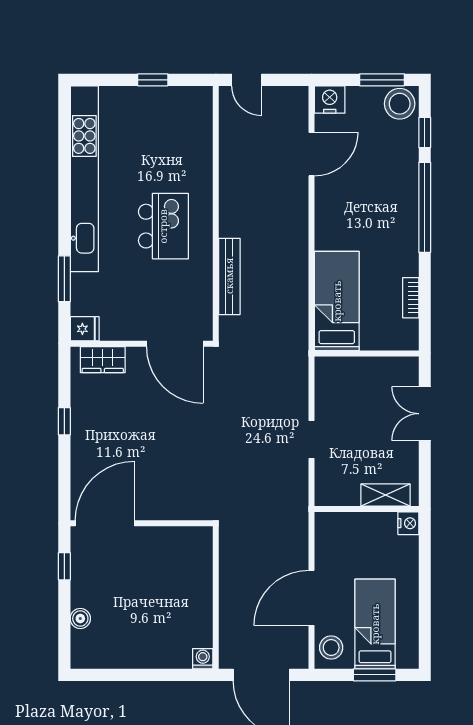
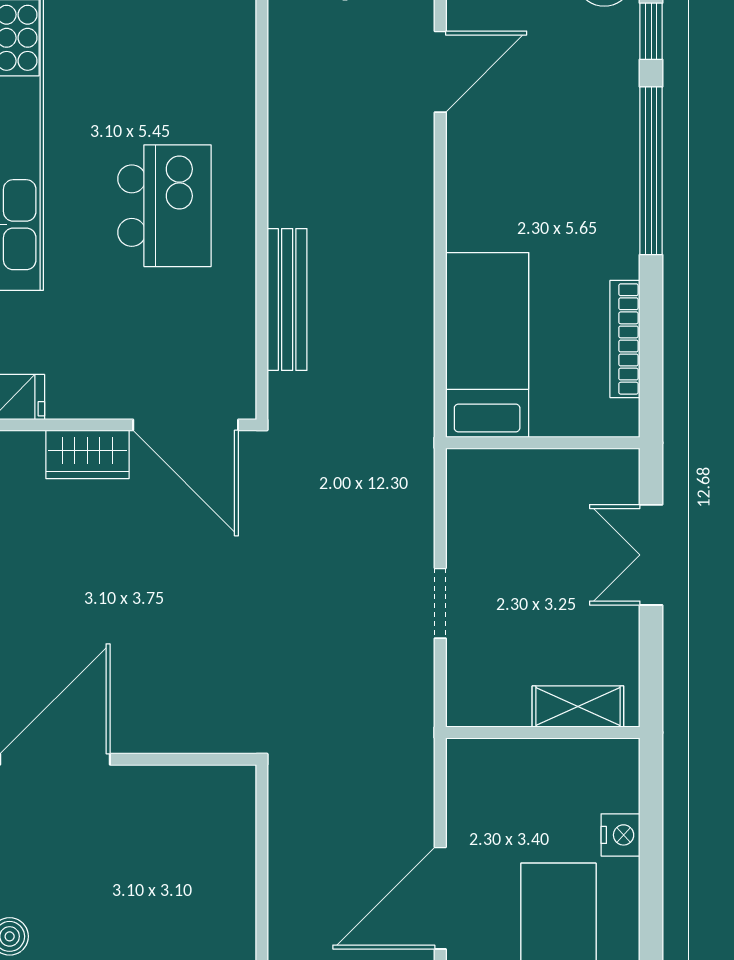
bookcase: (411, 298) -> (625, 339), width x1.56
wardrobe: (103, 360) -> (87, 454), moved
nightstand: (408, 523) -> (620, 835), moved

